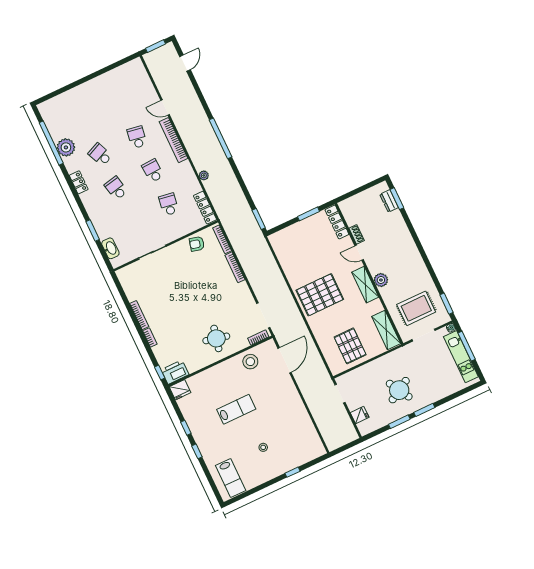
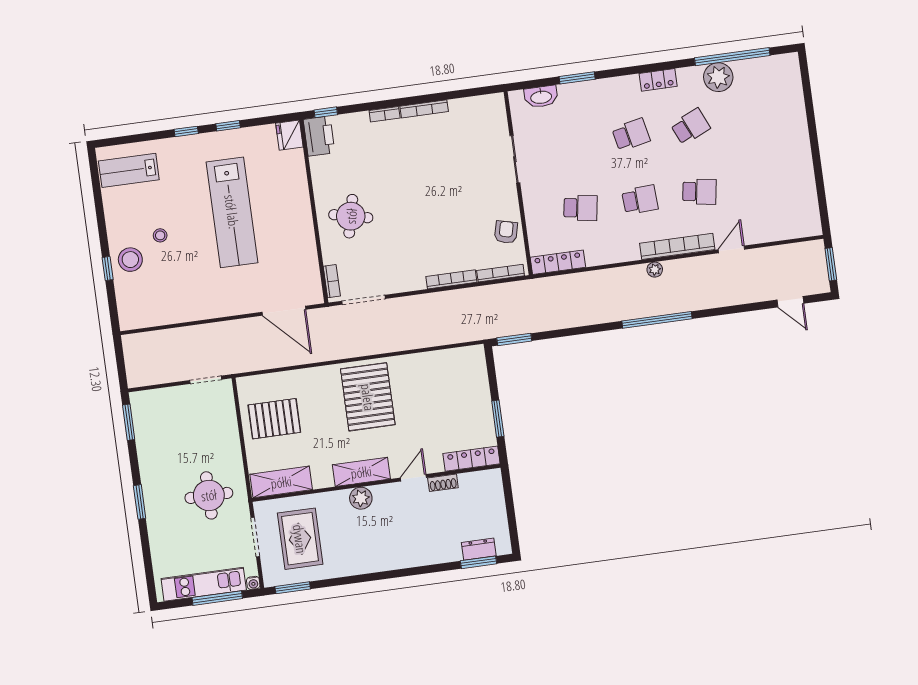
plant: (204, 175) -> (655, 270), moved
stool: (250, 362) -> (130, 260), moved
round table: (399, 390) -> (209, 495), moved, turned 30
lab bench: (236, 409) -> (232, 212), width x1.86, depth x1.39
fridge: (360, 415) -> (163, 400), removed
window: (399, 422) -> (129, 422), moved

